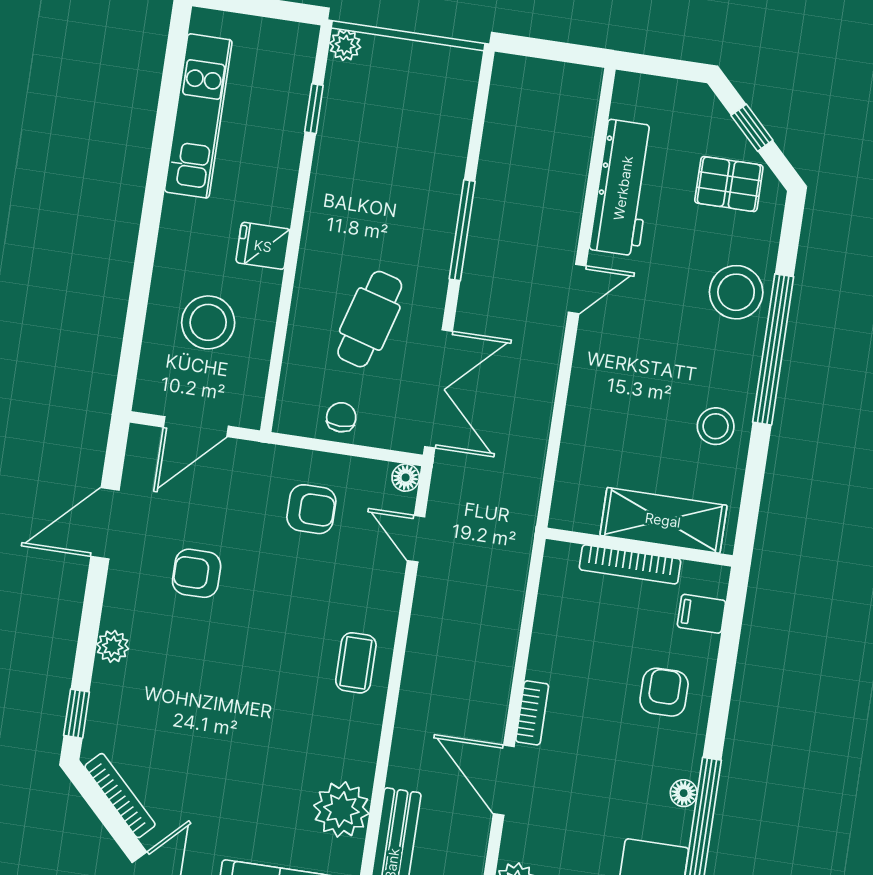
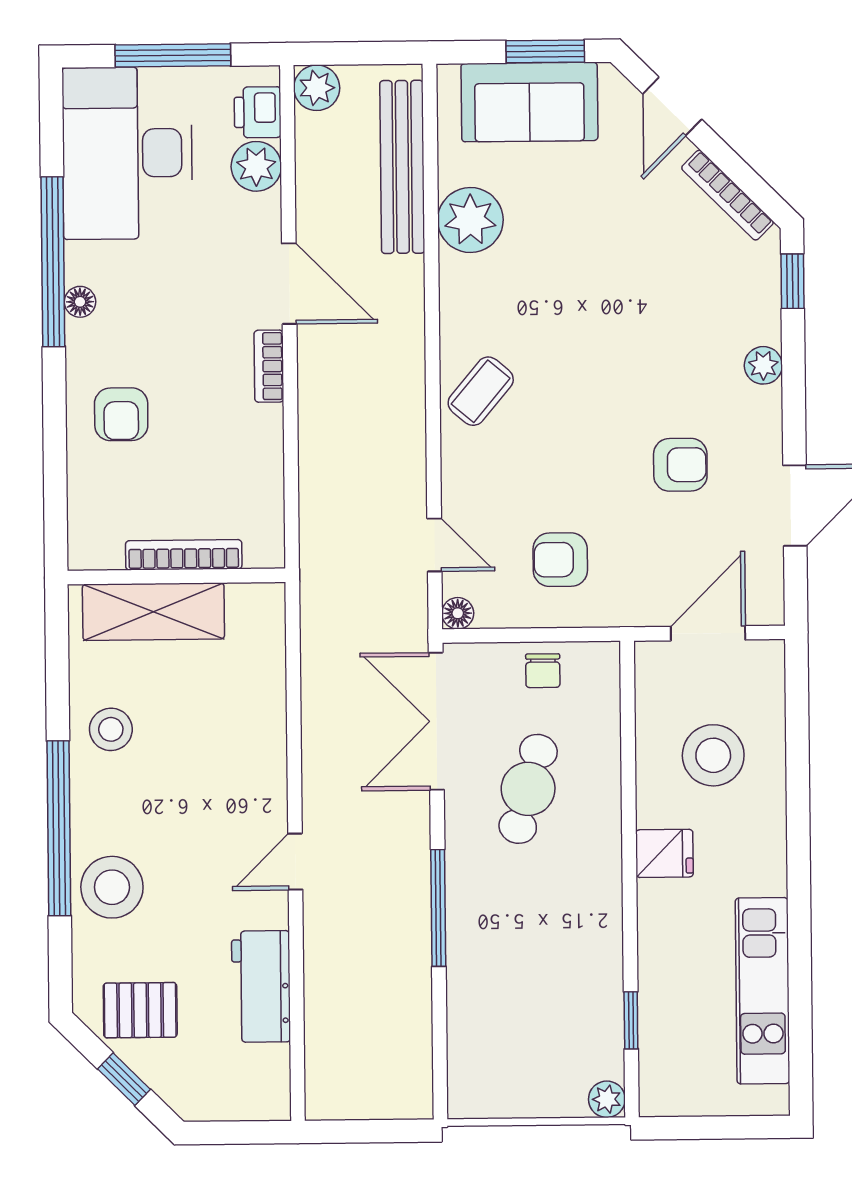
workbench: (623, 188) -> (261, 986), width x0.73
filing cabinet: (701, 614) -> (93, 511), removed
coffee table: (356, 663) -> (481, 391), turned 40

